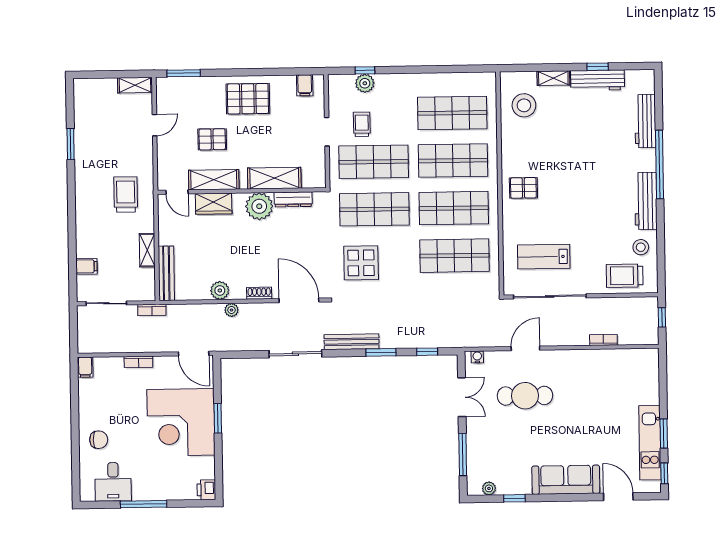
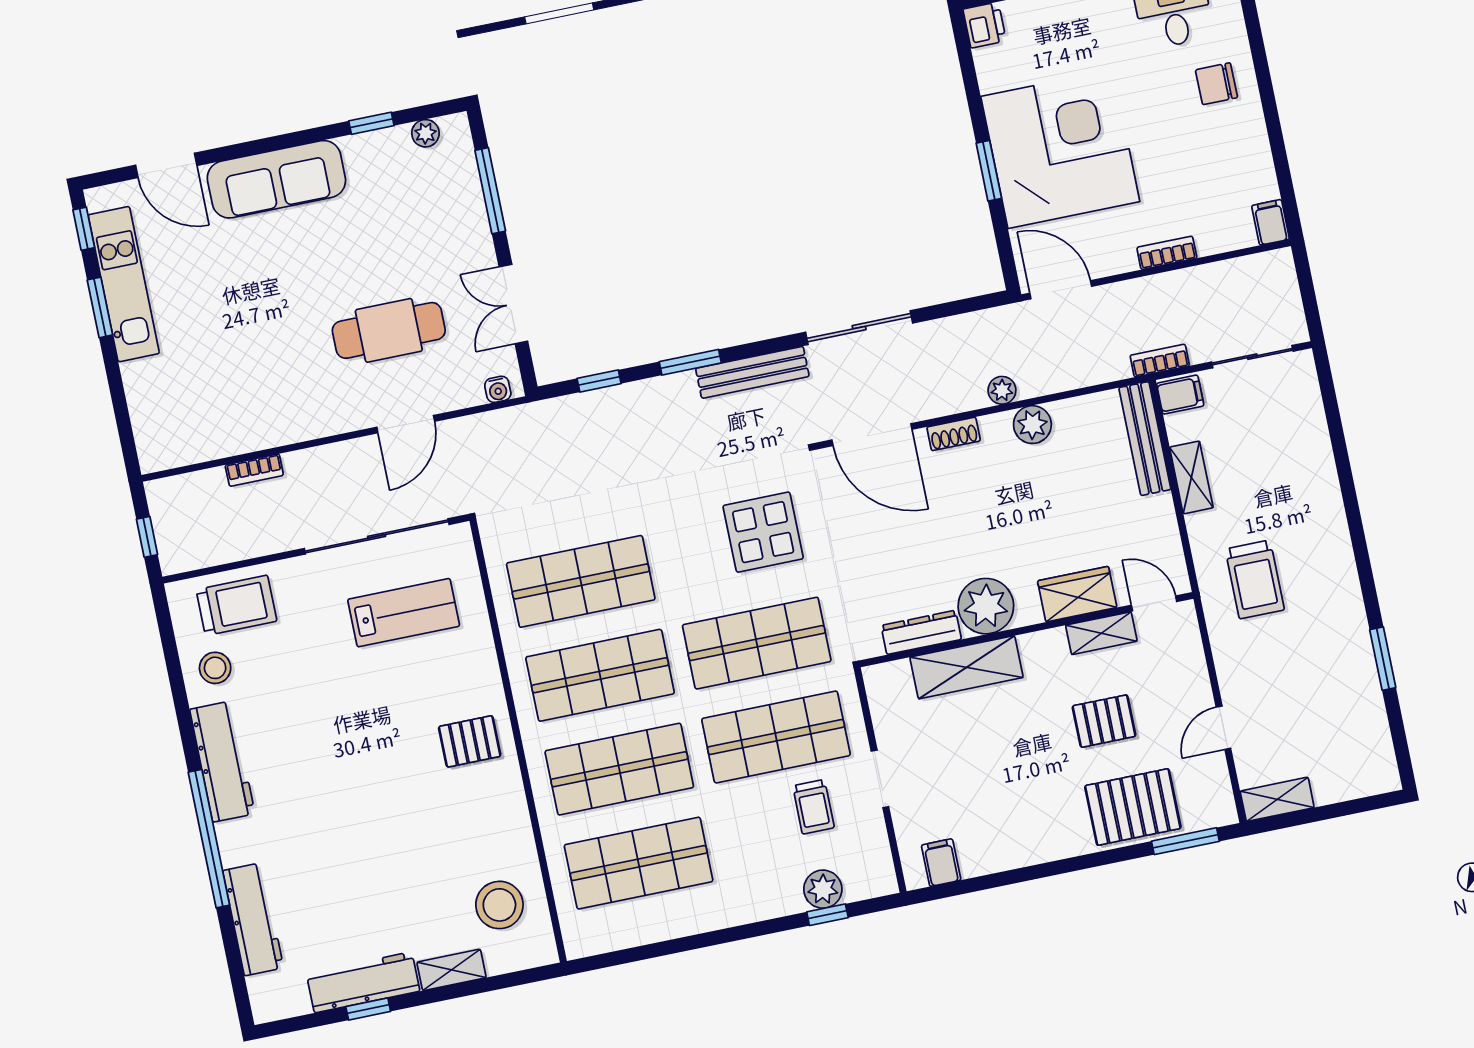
pallet: (248, 99) -> (1133, 807), moved
shelving: (214, 180) -> (1101, 633), width x0.67, depth x0.75
filing cabinet: (86, 266) -> (1180, 395), moved, turned 180

